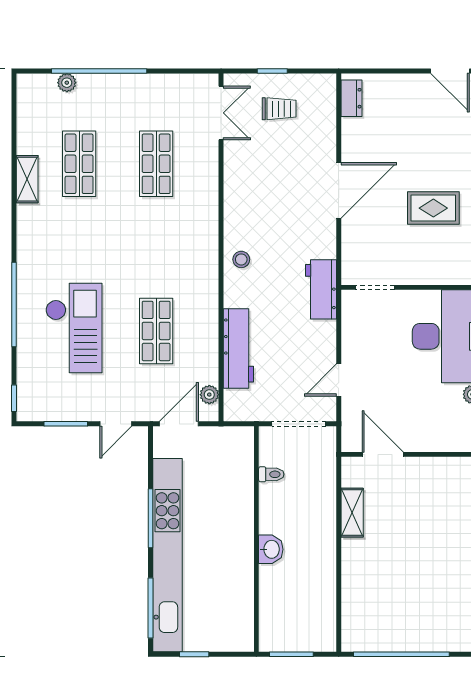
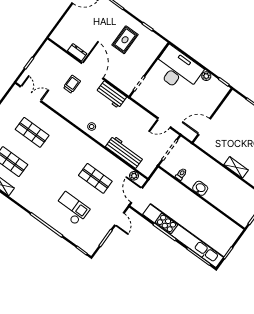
dresser: (351, 98) -> (77, 52), moved
trolley: (279, 109) -> (72, 84), moved
workbench: (321, 289) -> (111, 95), moved
checkout: (74, 328) -> (72, 209), width x0.73, depth x0.83
door: (339, 380) -> (164, 123), hinge flipped
shelving: (352, 513) -> (236, 167), moved
washbasin: (271, 549) -> (200, 188), moved

